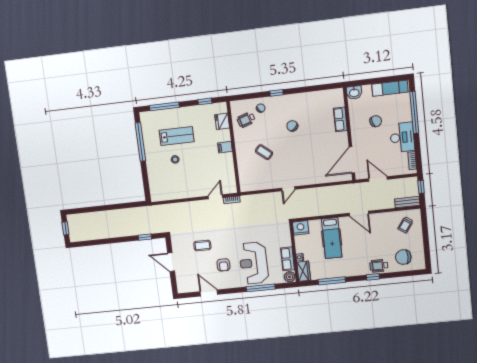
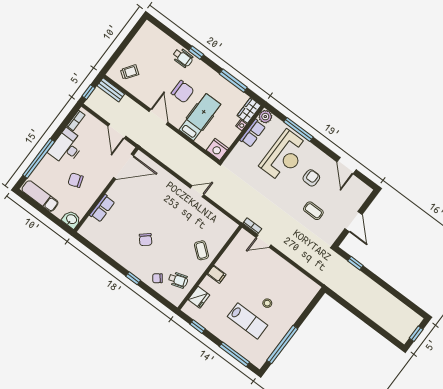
lab bench: (177, 136) -> (248, 321), turned 180
coffee table: (264, 152) -> (201, 250), moved
chair: (403, 257) -> (183, 92), moved

